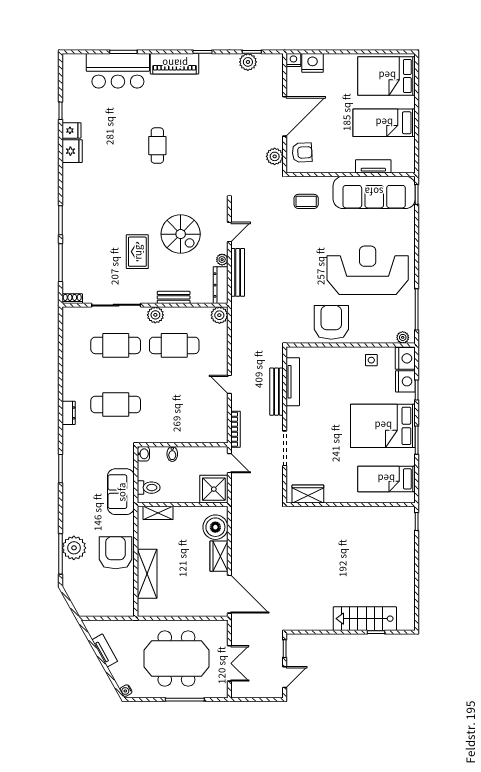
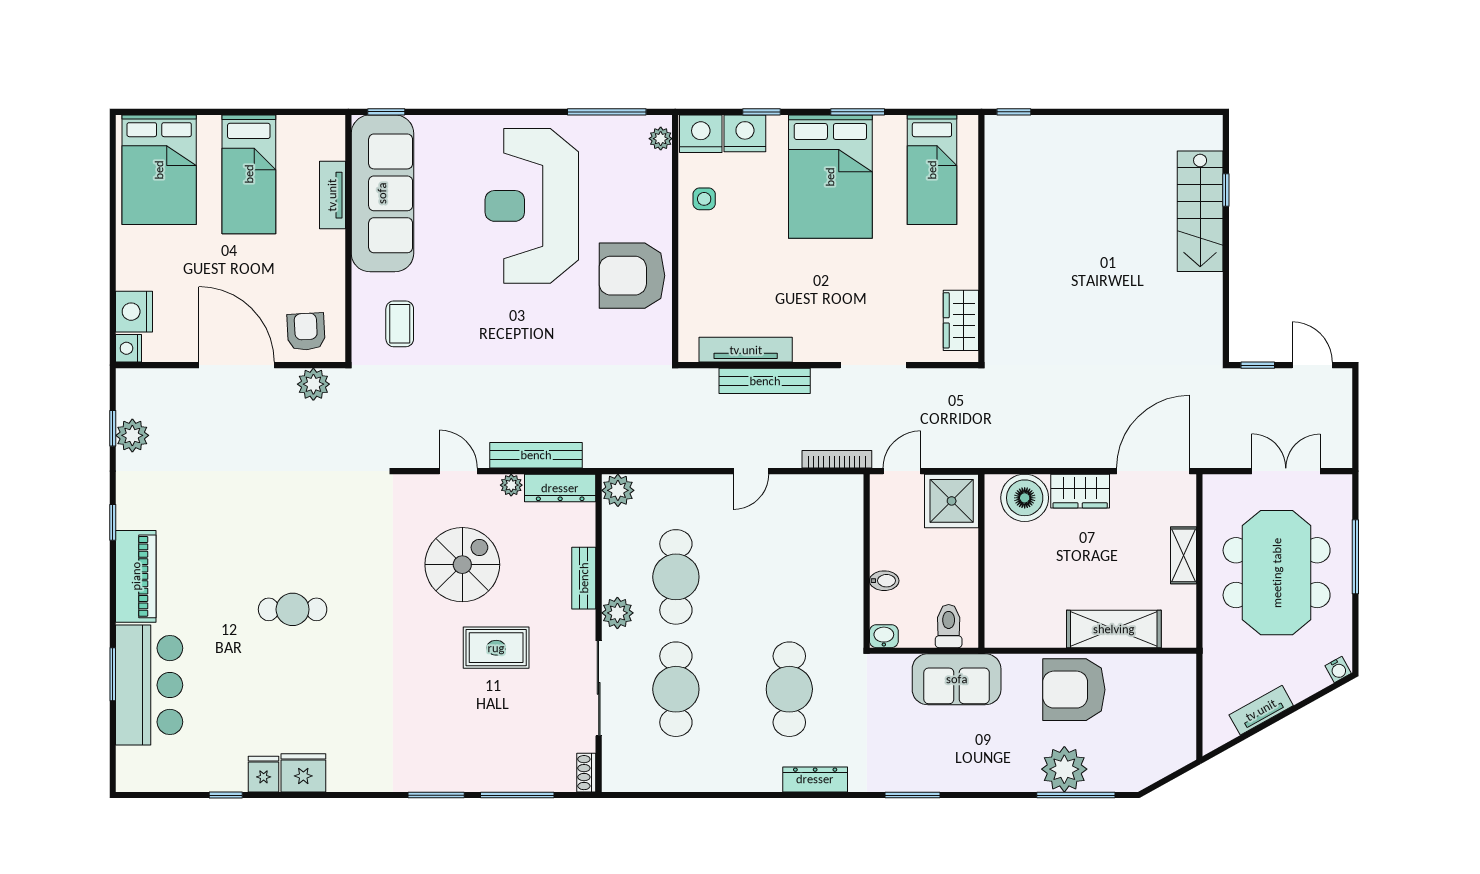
dresser: (69, 413) -> (815, 779), width x1.44
shelving: (158, 513) -> (1184, 555), moved

